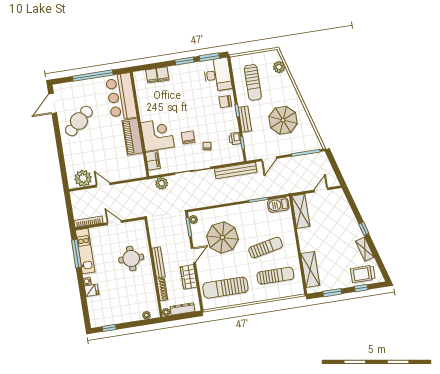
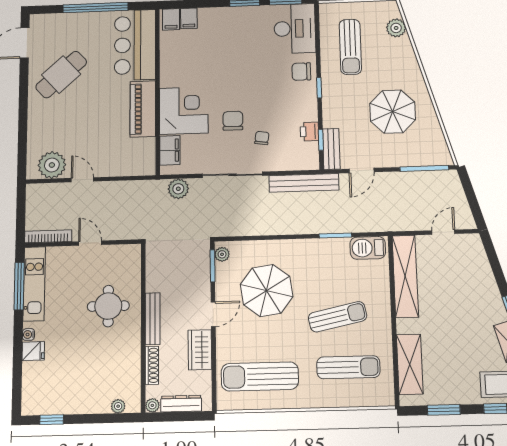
filing cabinet: (163, 74) -> (171, 19), moved
bench: (245, 119) -> (331, 149), moved
shelving: (301, 211) -> (405, 276), width x1.47

